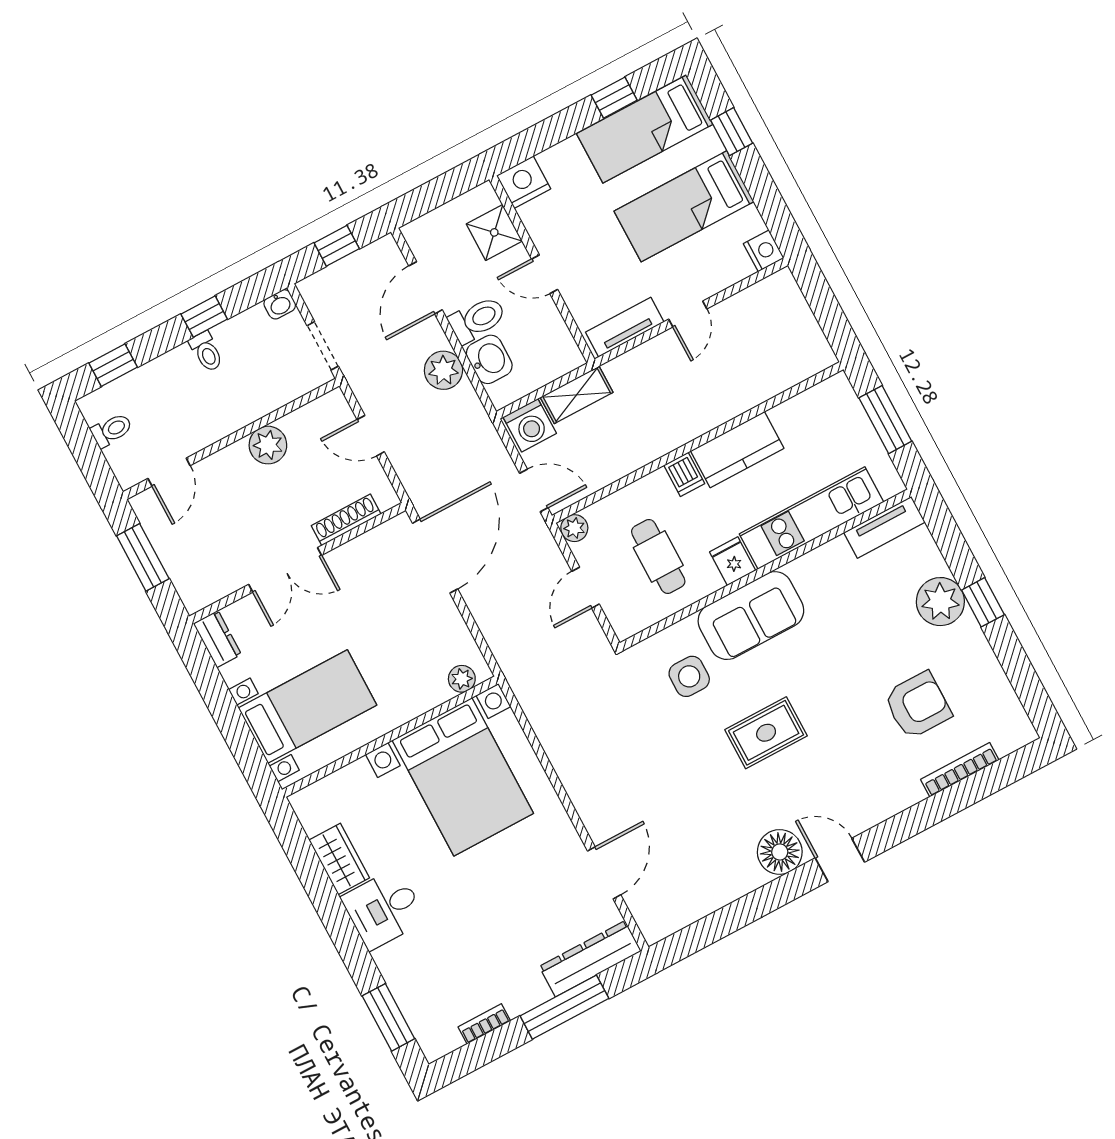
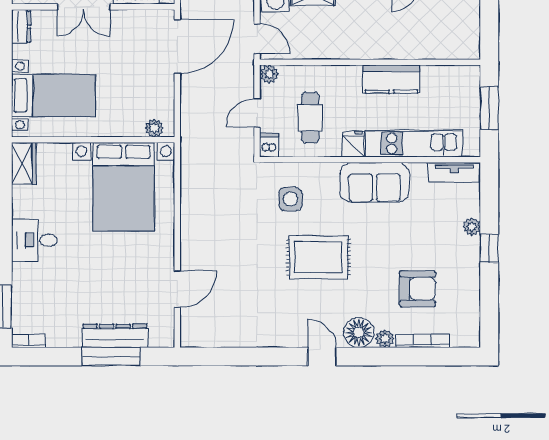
dishwasher: (684, 474) -> (269, 145), moved, turned 180
plant: (940, 602) -> (472, 227), width x0.53, depth x0.53
sofa: (751, 616) -> (375, 182), moved
rug: (766, 733) -> (318, 257), width x1.36, depth x1.43
plant: (909, 793) -> (385, 339), added
floor lamp: (780, 852) -> (359, 332), moved
wardrobe: (339, 859) -> (24, 163), moved
dresser: (590, 959) -> (115, 336), moved
bookcase: (484, 1024) -> (28, 341), moved

